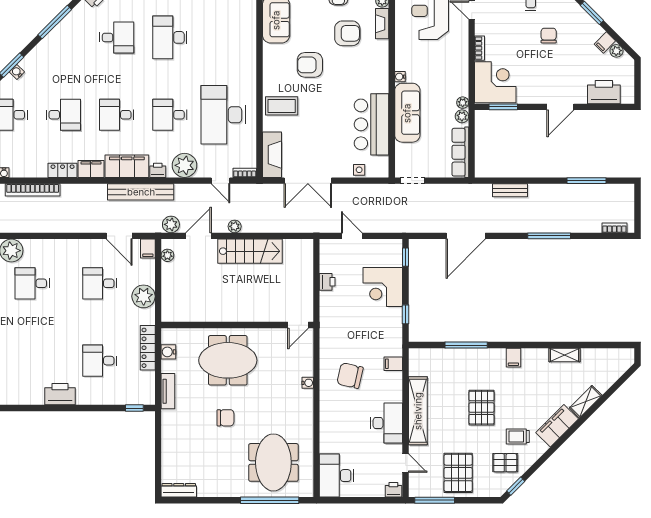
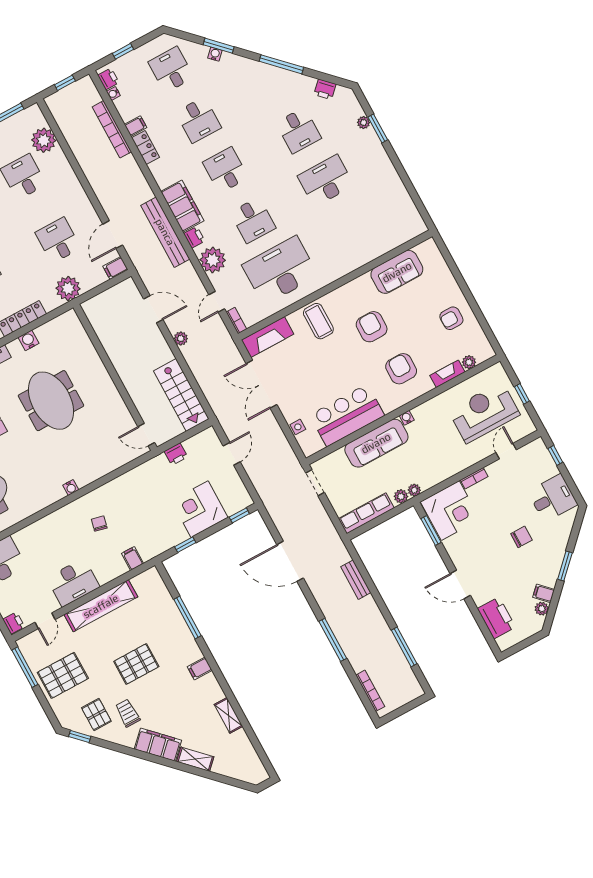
armchair: (347, 33) -> (401, 369), moved, turned 180
desk: (170, 115) -> (253, 220), turned 180
filing cabinet: (91, 169) -> (136, 126), moved, width x0.50
plant: (171, 224) -> (150, 277), removed
bookcase: (614, 228) -> (370, 691), width x1.56
stairs: (250, 251) -> (181, 395), moved
plant: (167, 255) -> (119, 290), removed
wall: (237, 325) -> (115, 377), moved
door: (298, 325) -> (146, 435), moved
chair: (350, 376) -> (99, 524), width x0.54, depth x0.54

